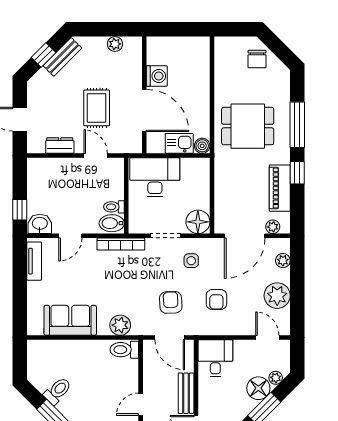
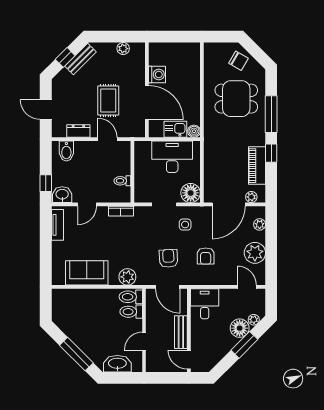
chair: (257, 59) -> (239, 61), turned -60
dining table: (248, 126) -> (236, 99), moved
desk: (155, 177) -> (172, 157), moved
bidet: (112, 223) -> (66, 151), moved, turned -90
bookcase: (121, 244) -> (121, 211), width x0.64
toilet: (57, 391) -> (131, 312), moved, turned -135

